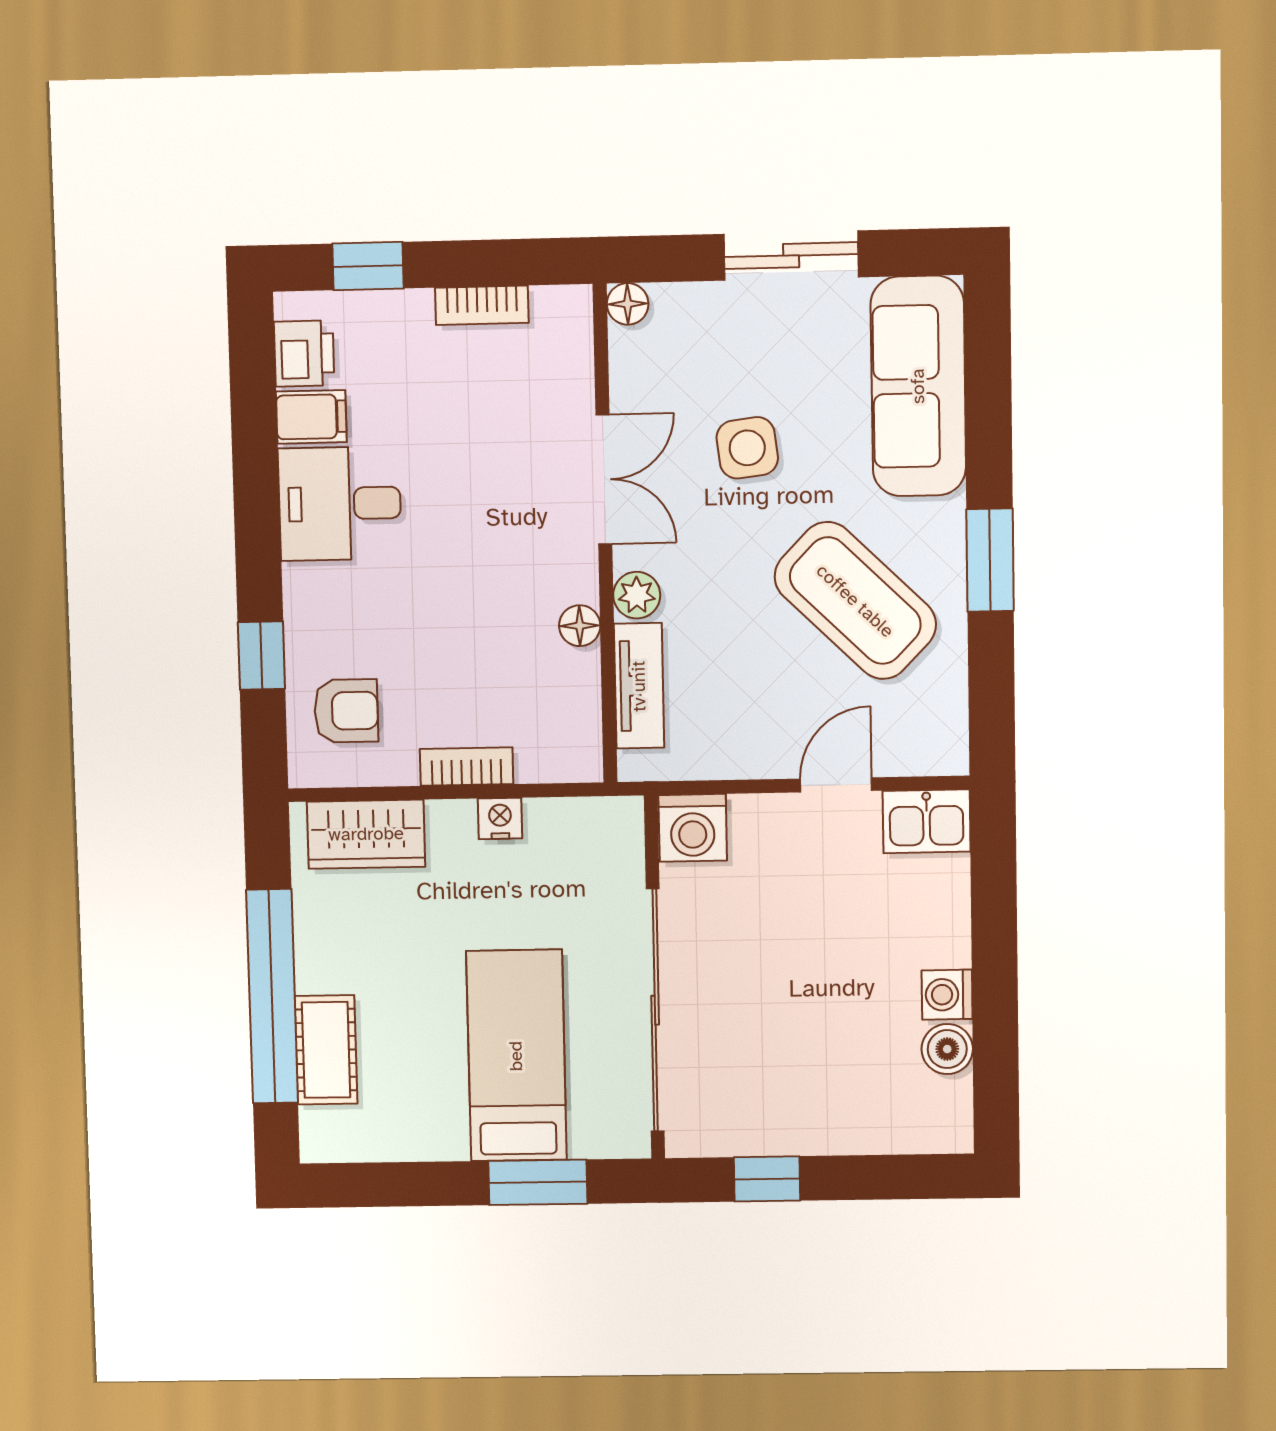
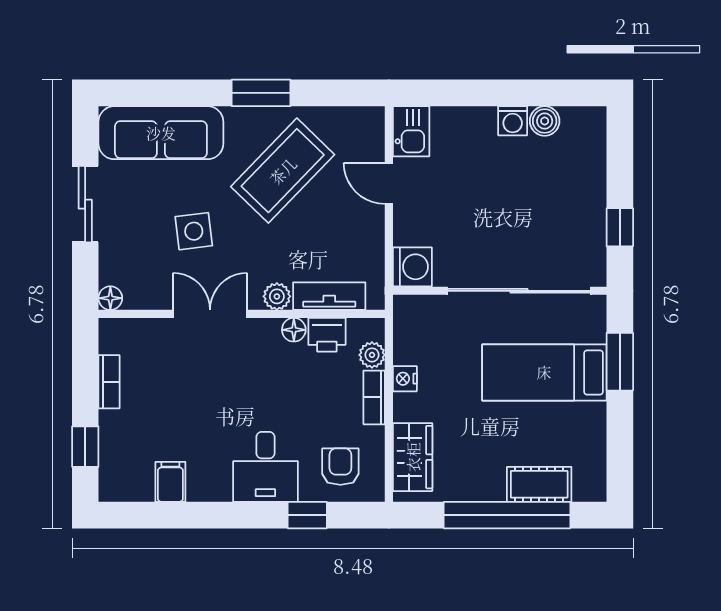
printer: (304, 354) -> (327, 335), moved, turned 180
desk: (340, 504) -> (265, 467), moved
plant: (539, 761) -> (372, 355), added

